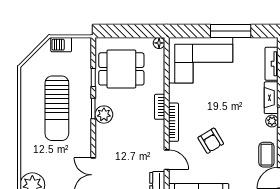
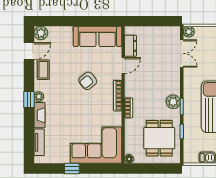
window: (231, 31) -> (72, 169), width x0.46
dining table: (121, 69) -> (159, 138), turned 90
armchair: (211, 141) -> (88, 81), turned -98
door: (167, 160) -> (123, 66), swing flipped

